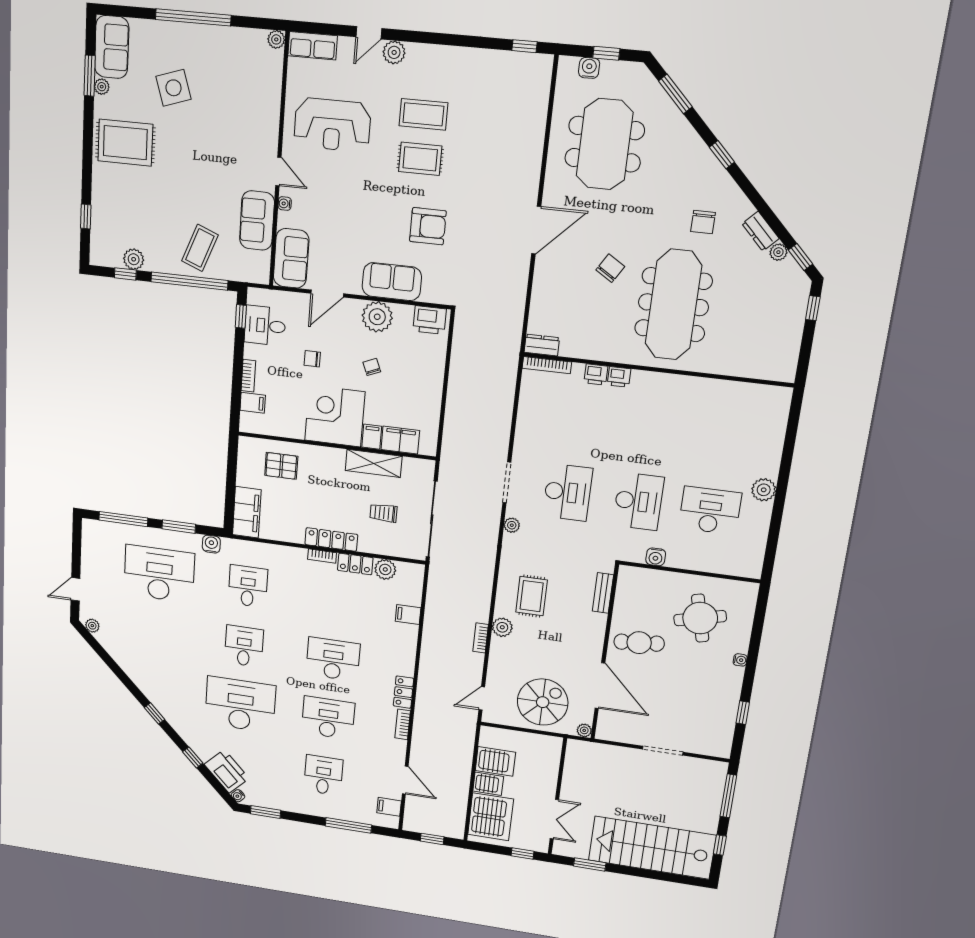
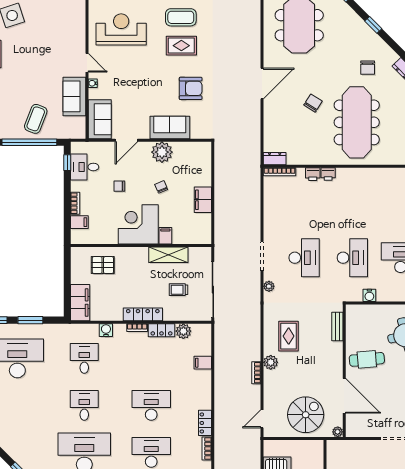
reception desk: (332, 125) -> (121, 29), turned 180
printer: (430, 320) -> (198, 150), removed
filing cabinet: (400, 440) -> (203, 200), moved, turned -90
water cooler: (211, 544) -> (106, 330), moved

